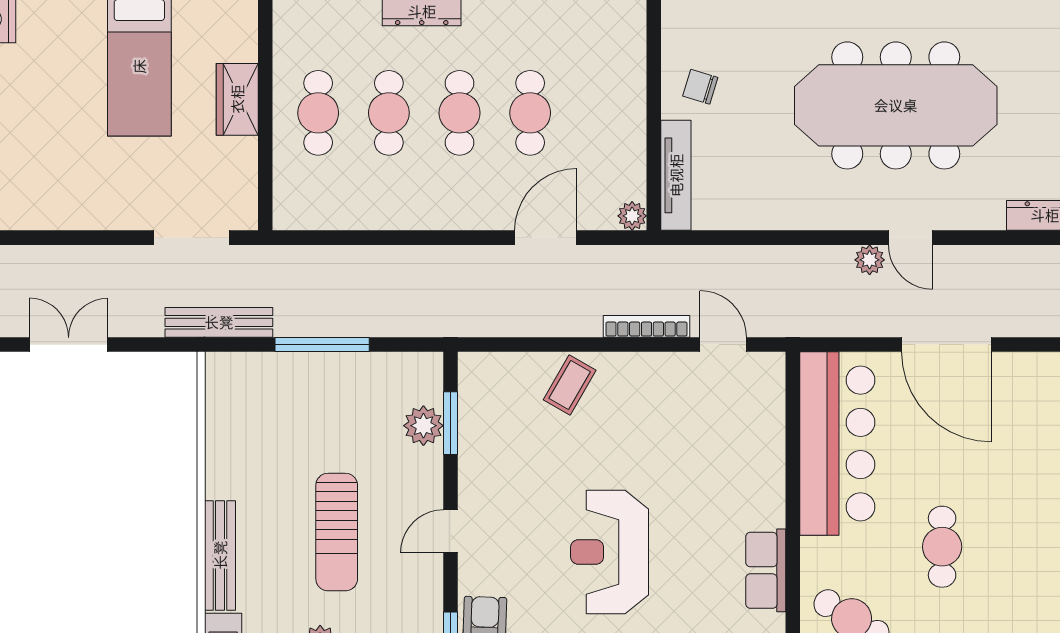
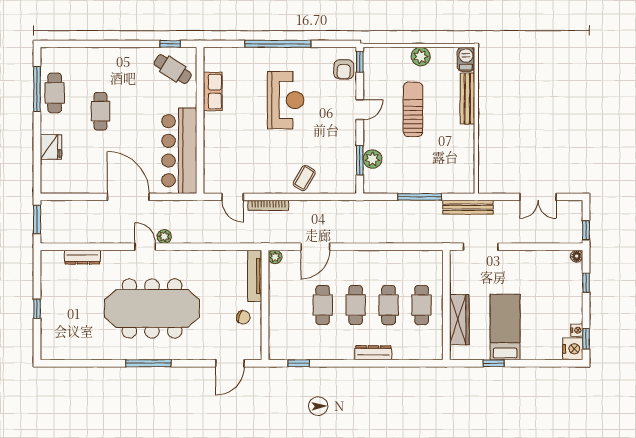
wardrobe: (237, 99) -> (459, 320), width x1.50
cafe table: (942, 547) -> (101, 111), moved

